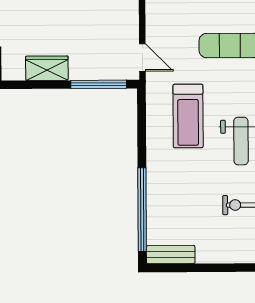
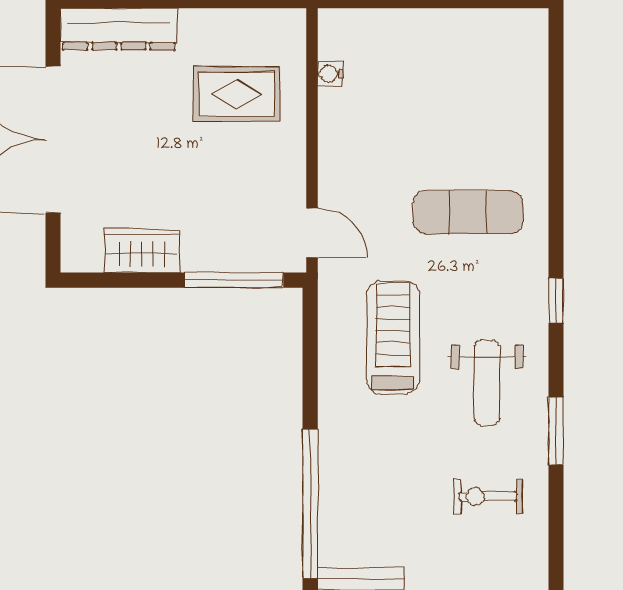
treadmill: (188, 116) -> (393, 337), turned 180

